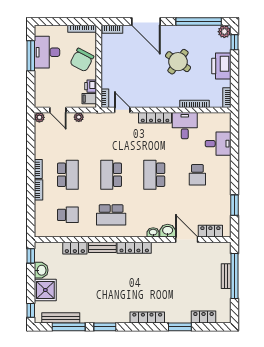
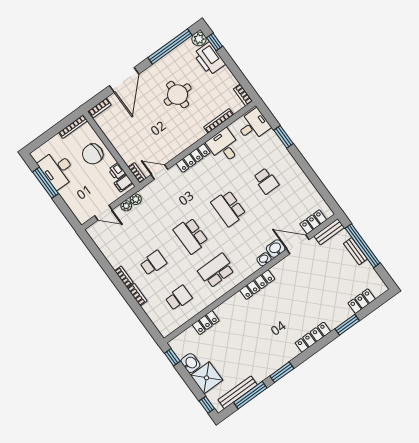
door: (146, 21) -> (124, 80), hinge flipped
chair: (82, 60) -> (93, 154), turned 62
round table: (178, 62) -> (178, 95), turned -36
printer: (221, 66) -> (209, 59), moved
plant: (39, 117) -> (136, 199), moved
desk: (218, 144) -> (253, 125), moved
school desk: (68, 175) -> (153, 263), width x0.54
window: (234, 205) -> (283, 137), moved
school desk: (111, 215) -> (216, 271), turned 180
bench: (102, 247) -> (329, 232), moved

